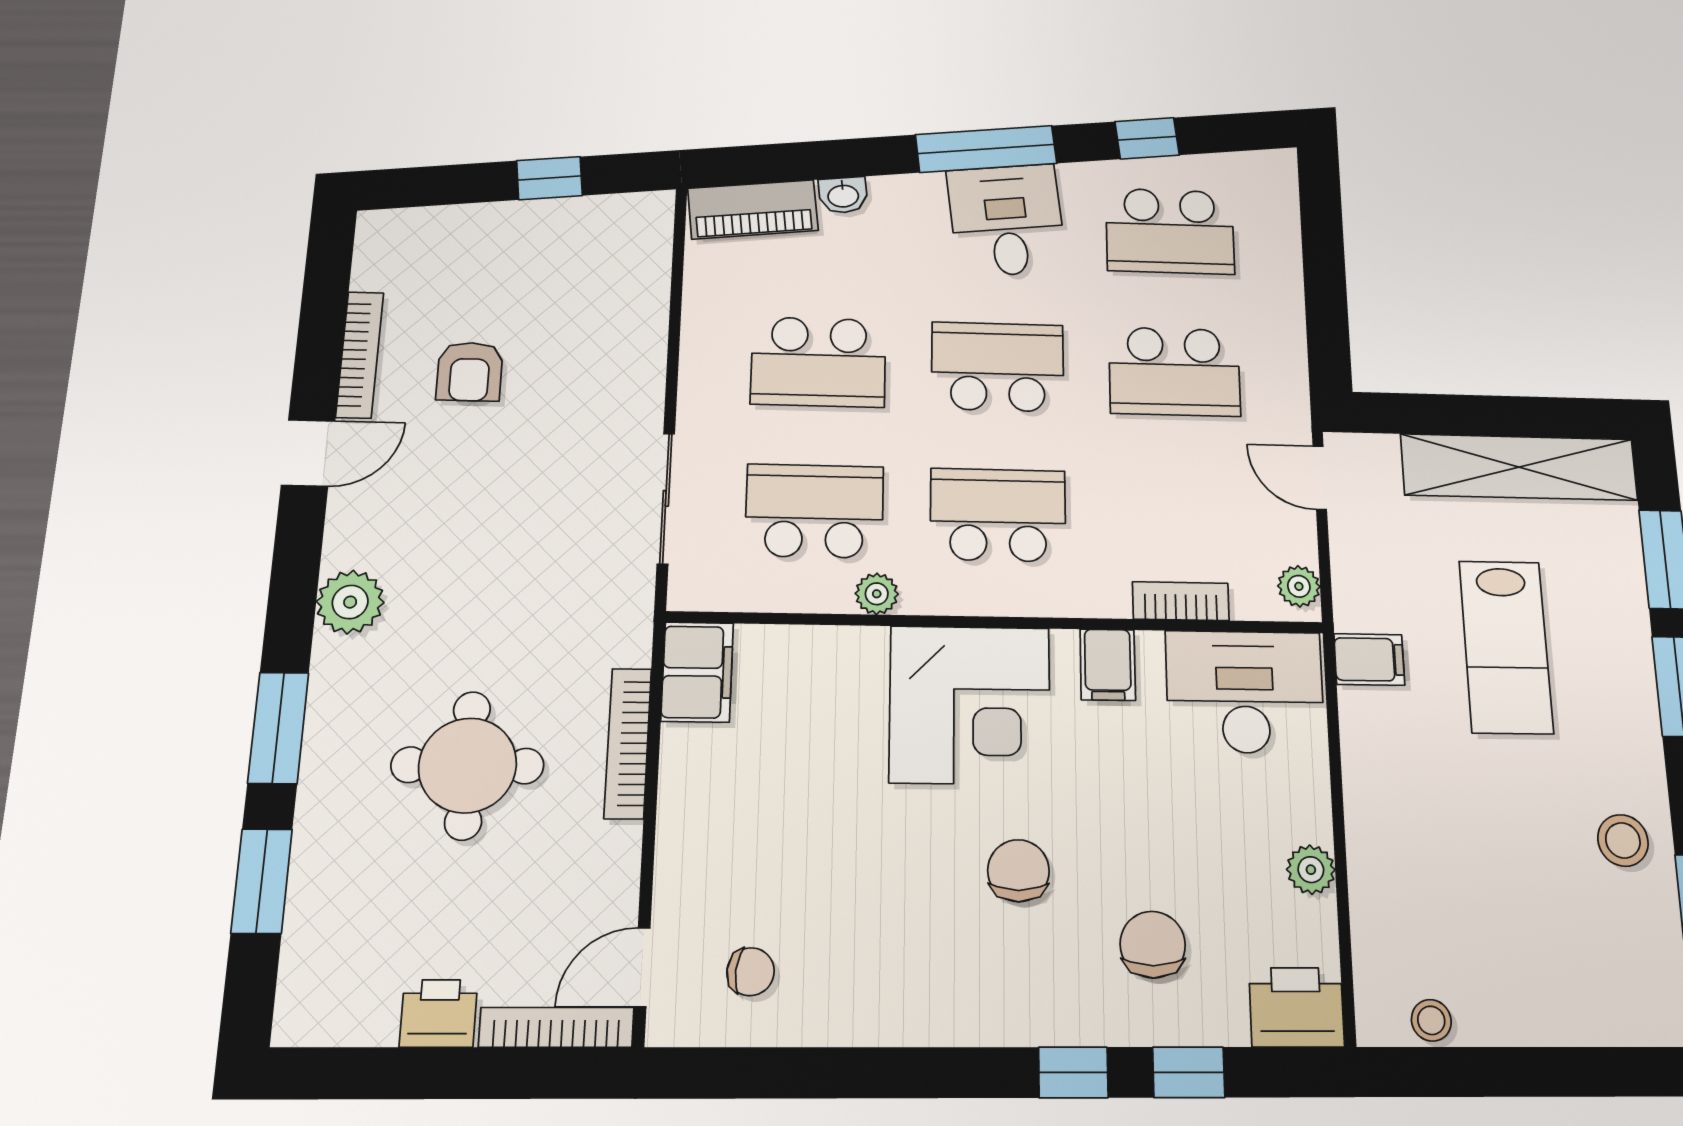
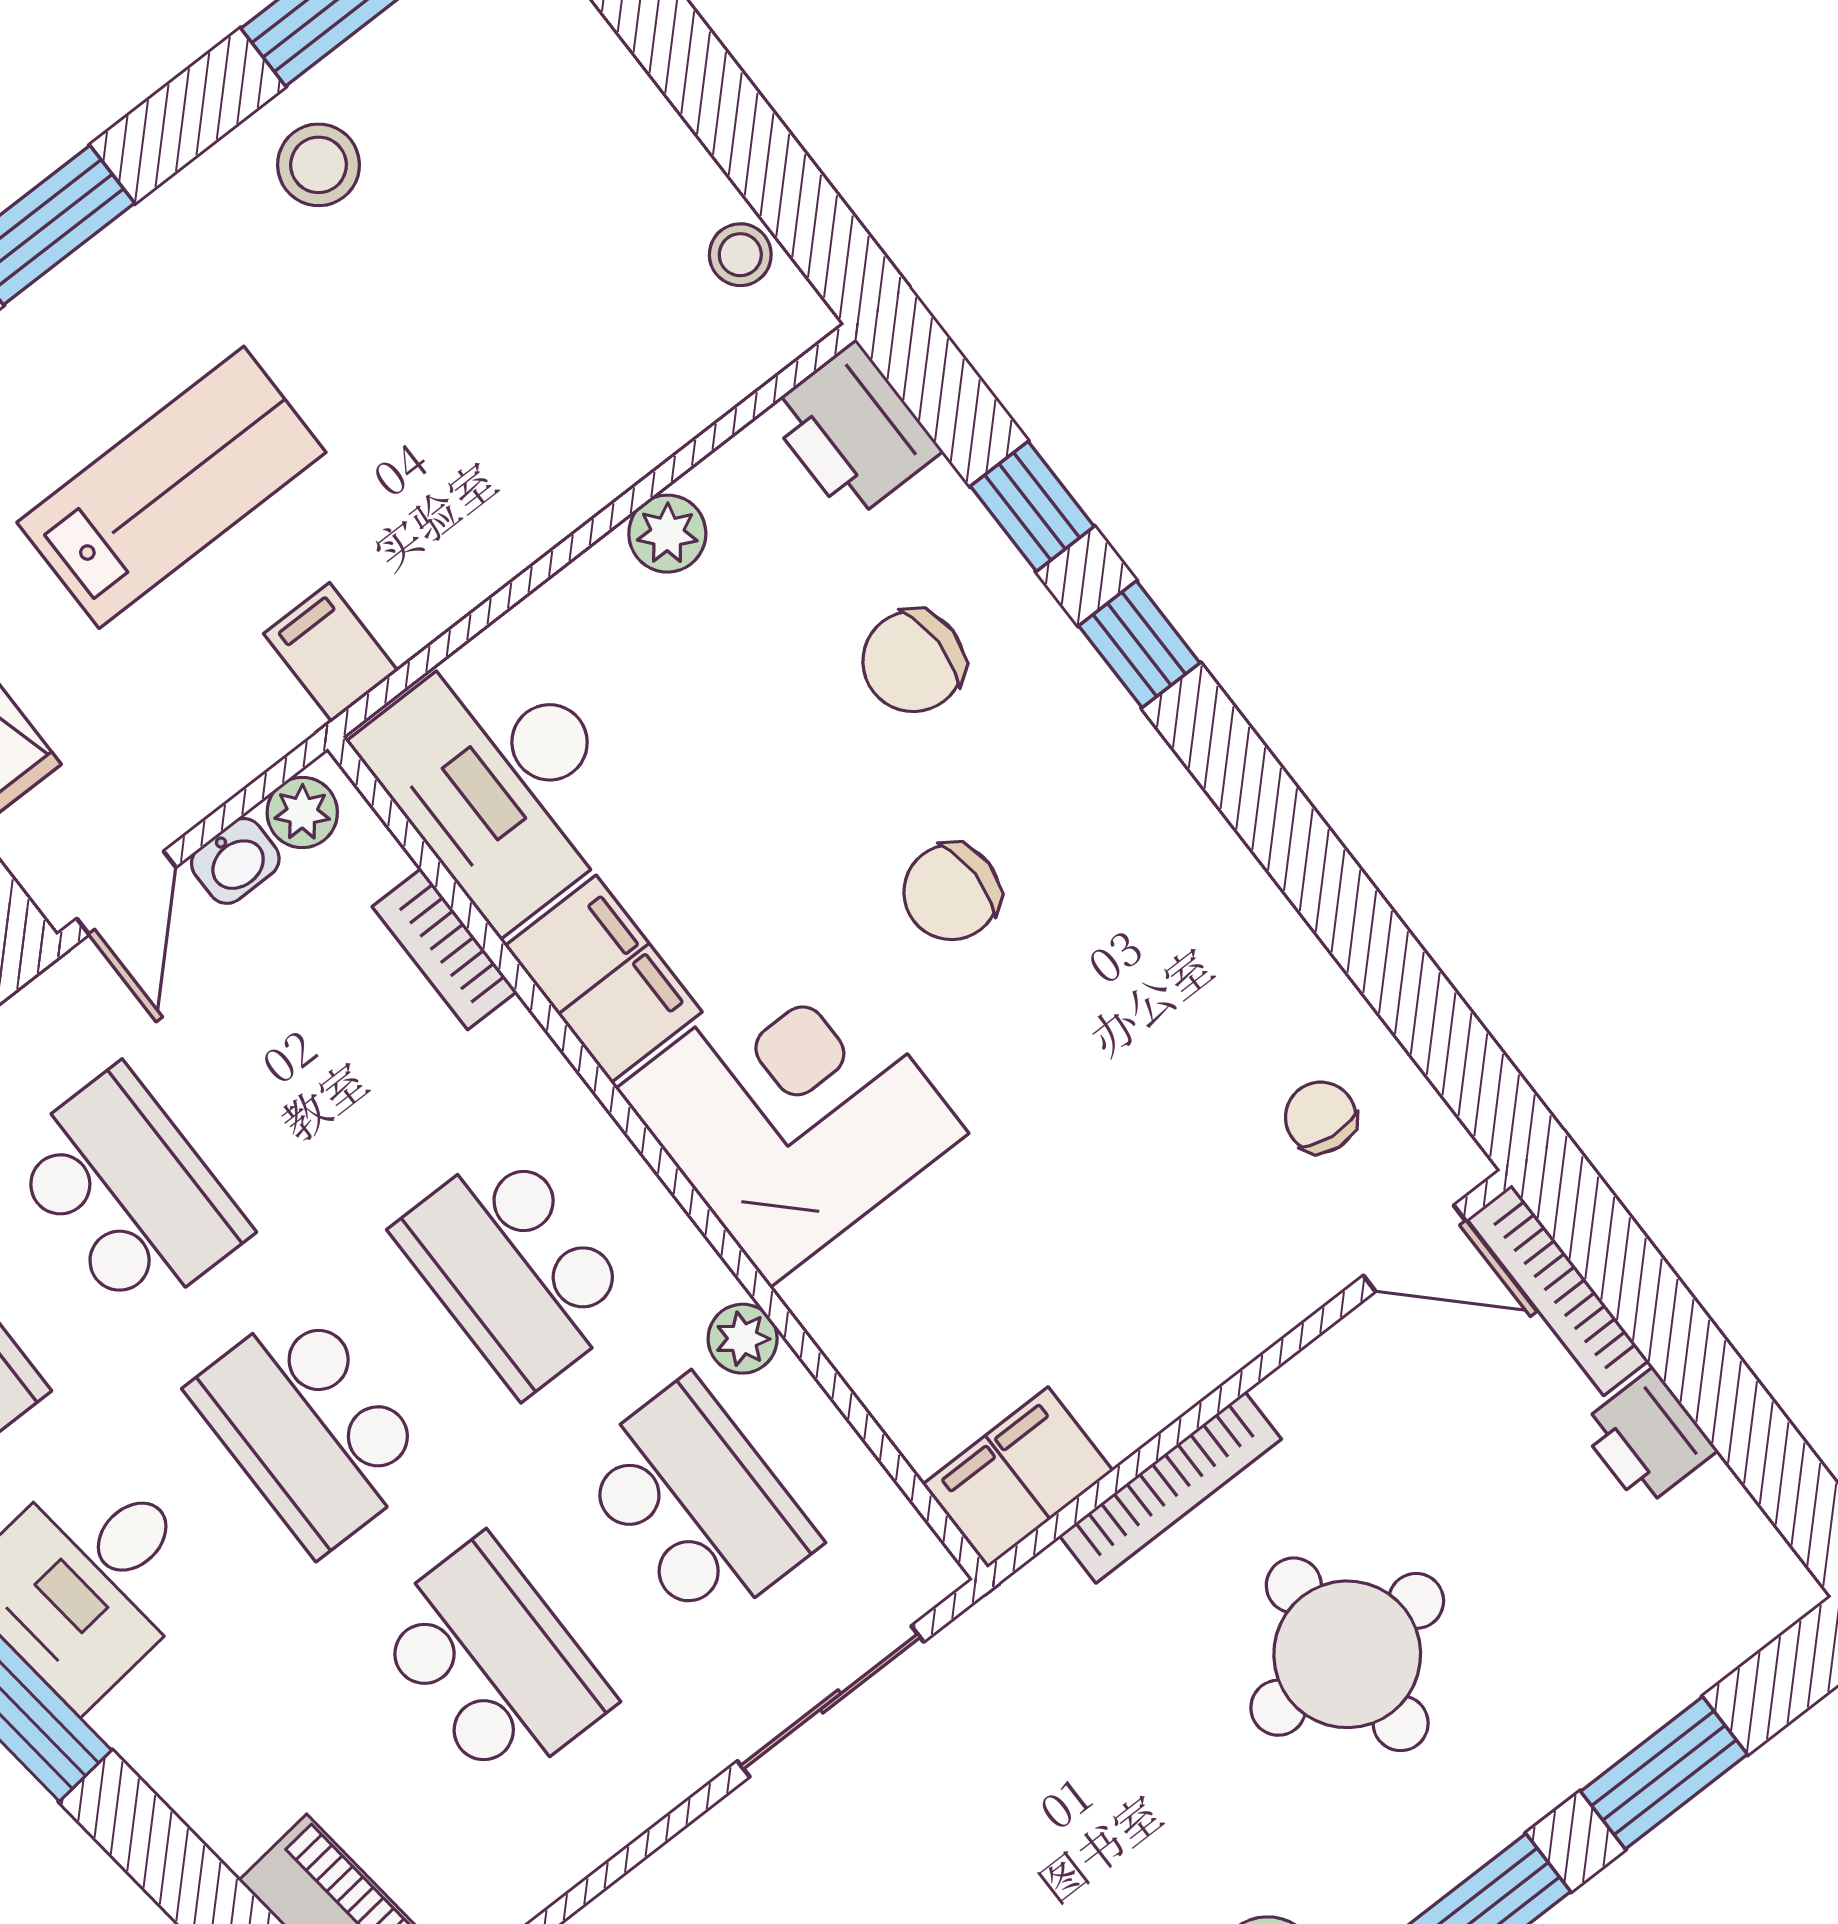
washbasin: (843, 195) -> (235, 861), moved, turned 97
school desk: (814, 511) -> (697, 1503), turned 180
filing cabinet: (1108, 665) -> (603, 979), width x2.00

